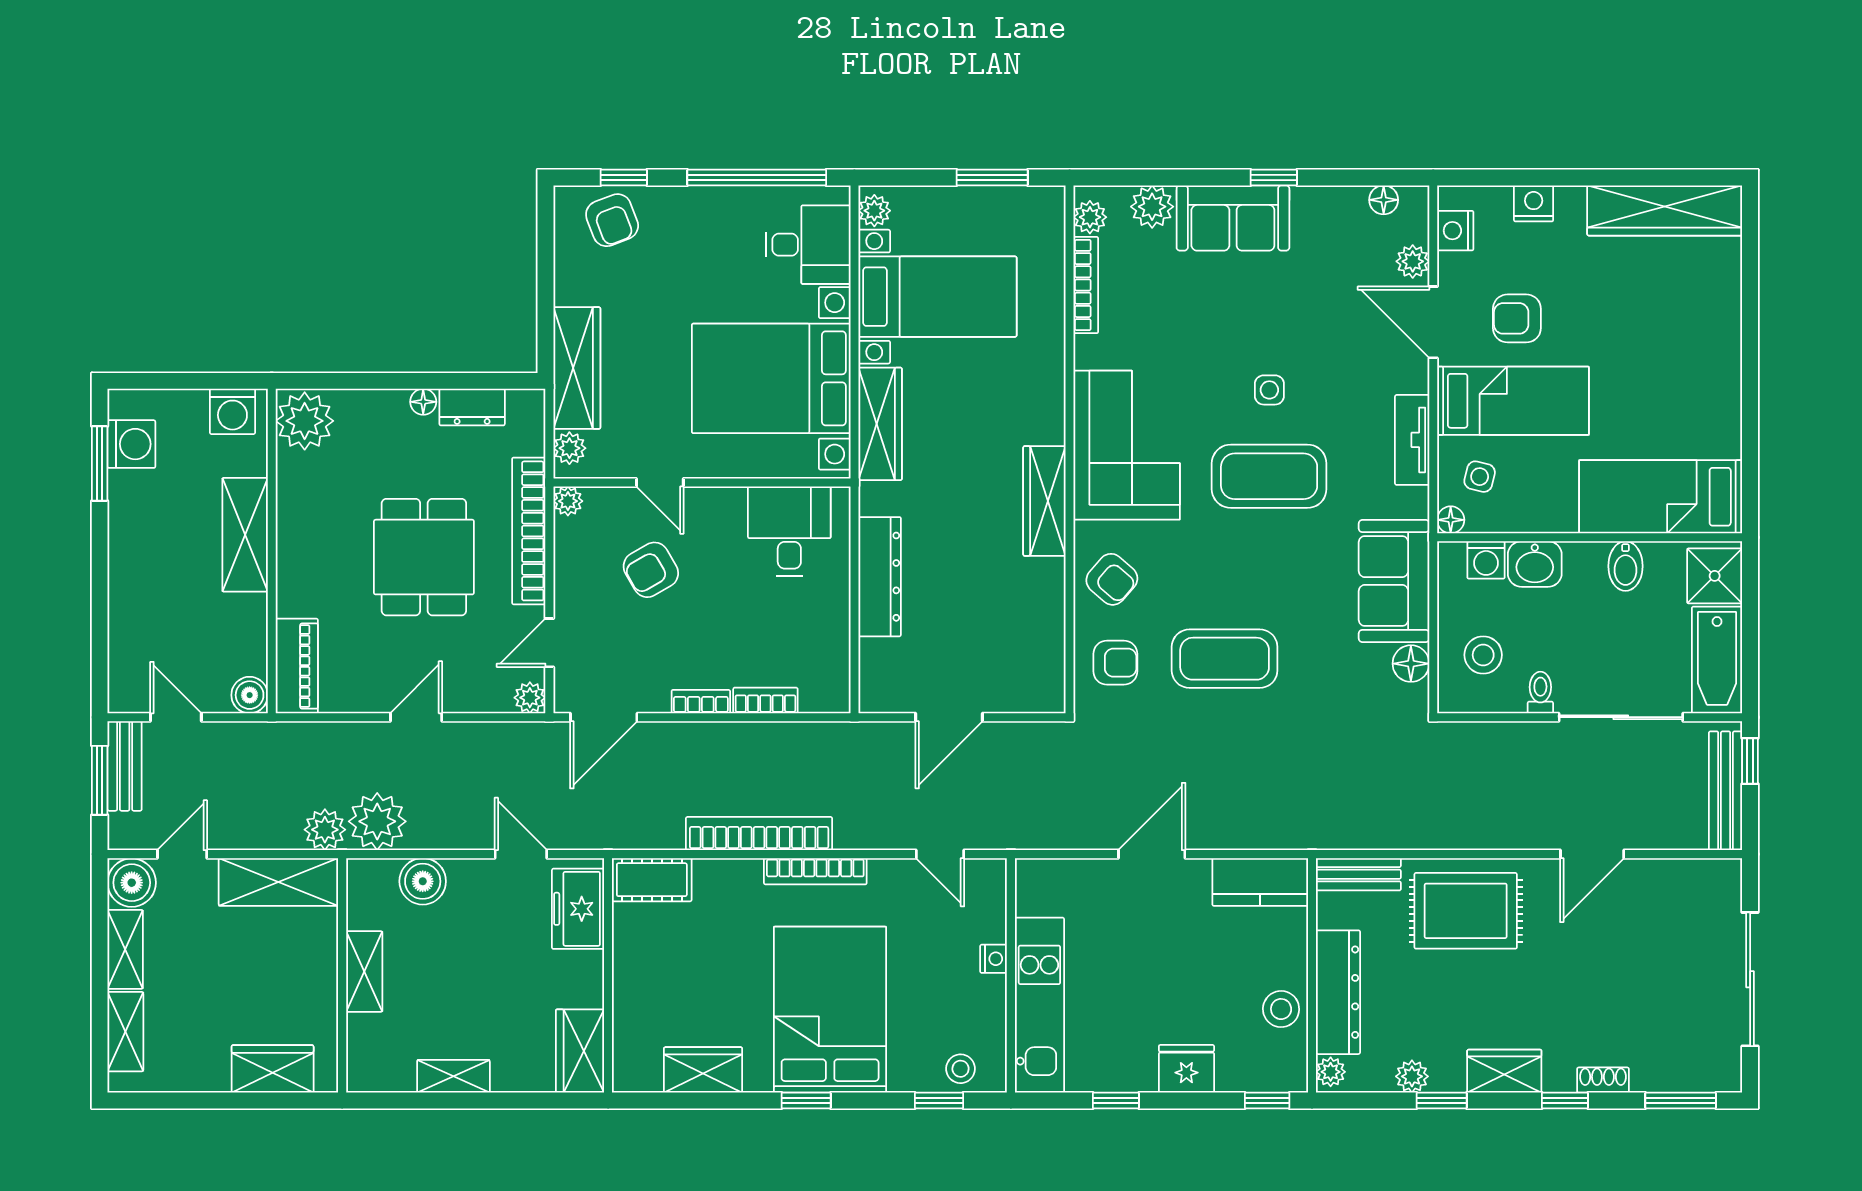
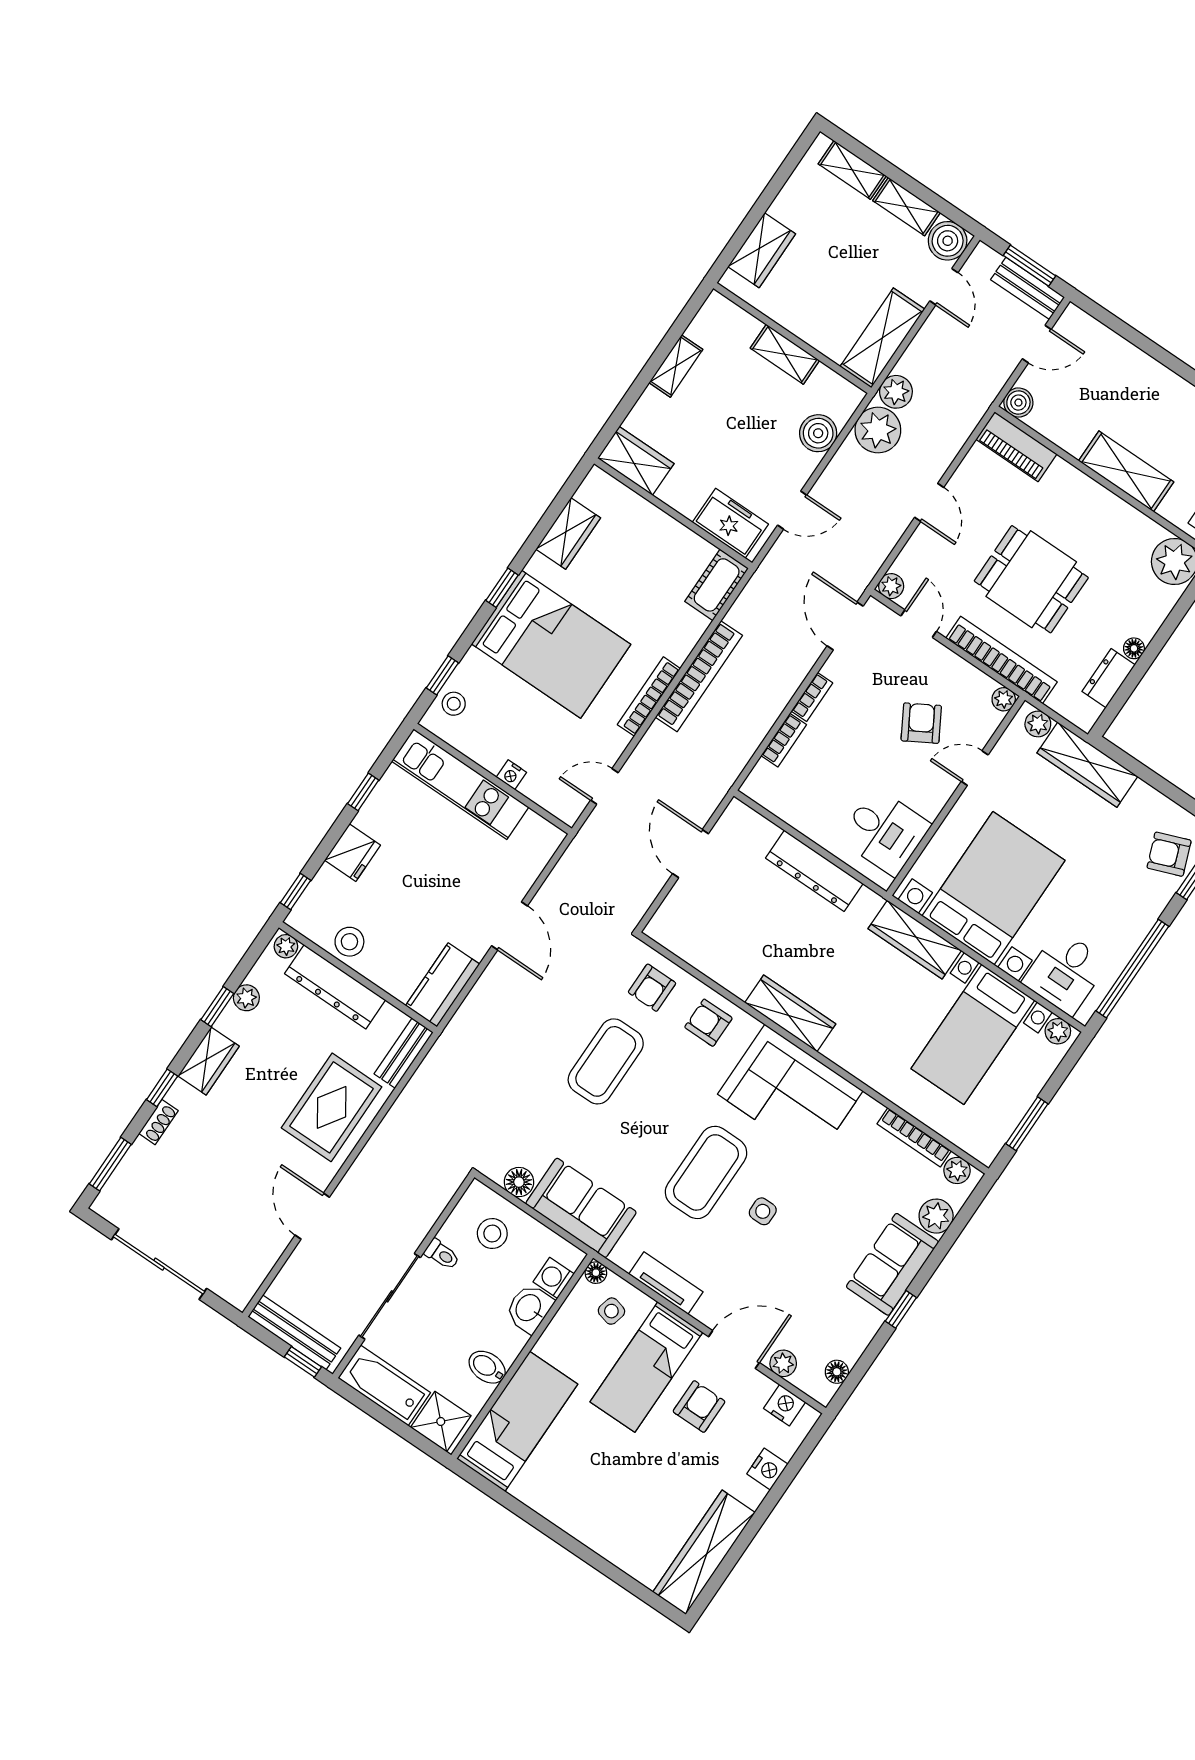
armchair: (1112, 579) -> (708, 1023), turned 49

